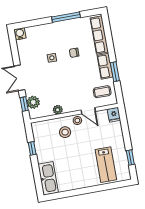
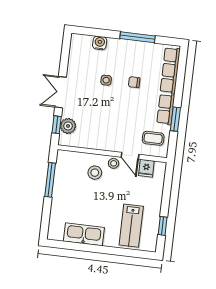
water cooler: (20, 34) -> (100, 43), moved
plant: (58, 110) -> (94, 144), removed
fridge: (114, 115) -> (146, 168), moved
window: (32, 148) -> (50, 180), width x2.17
kitchen sink: (48, 178) -> (84, 234), moved, turned -90

